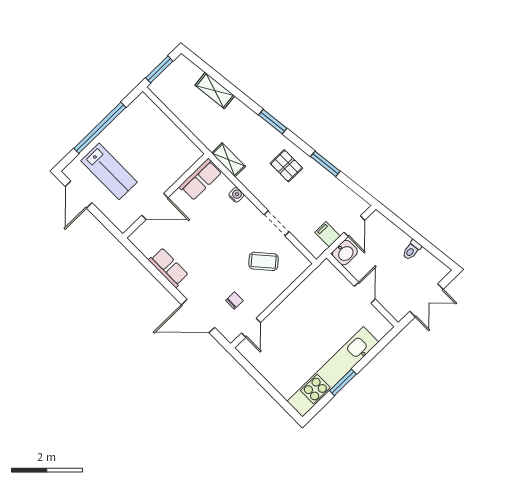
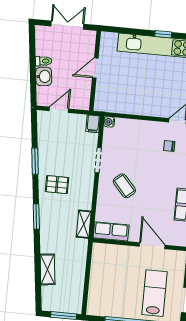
pallet: (286, 166) -> (57, 185), turned 90
water cooler: (236, 195) -> (109, 122), moved
filing cabinet: (328, 234) -> (93, 124), moved
washbasin: (345, 253) -> (44, 76), moved, turned 83
coffee table: (264, 261) -> (124, 186), moved
window: (343, 382) -> (163, 34), width x0.67

